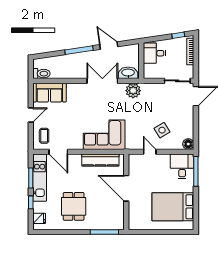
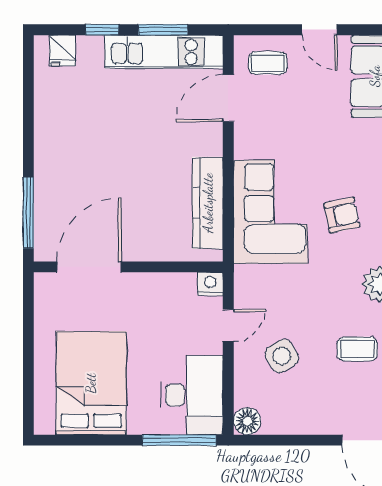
coffee table: (159, 100) -> (357, 349), added
armchair: (105, 106) -> (342, 215), added
nightstand: (133, 159) -> (210, 284), added
desk: (182, 166) -> (192, 395), width x1.37
door: (126, 188) -> (89, 267), moved
dining table: (74, 206) -> (92, 136), removed

